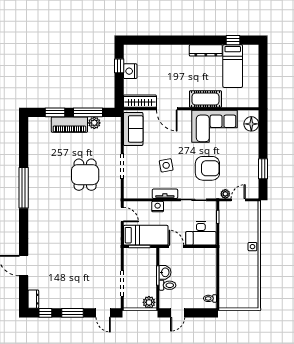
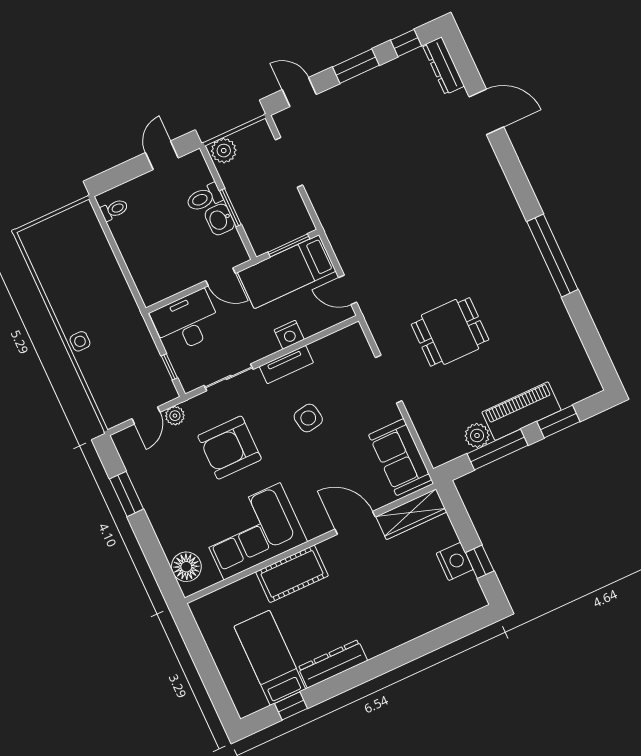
dining table: (85, 175) -> (450, 332), turned 90
dresser: (33, 299) -> (443, 66), width x1.44

